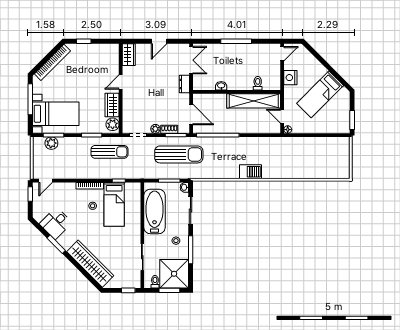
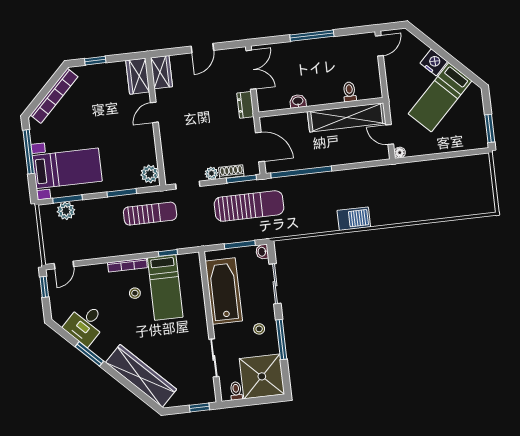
nightstand: (290, 78) -> (434, 62), moved, turned 135
wardrobe: (112, 105) -> (138, 76), moved
window: (169, 290) -> (258, 401), removed

